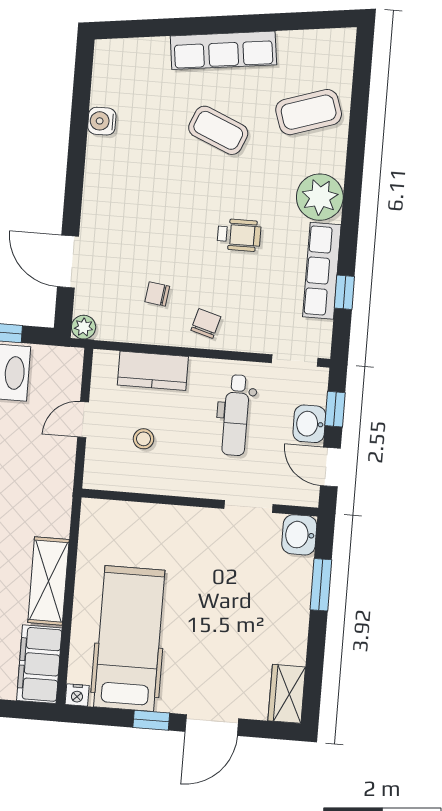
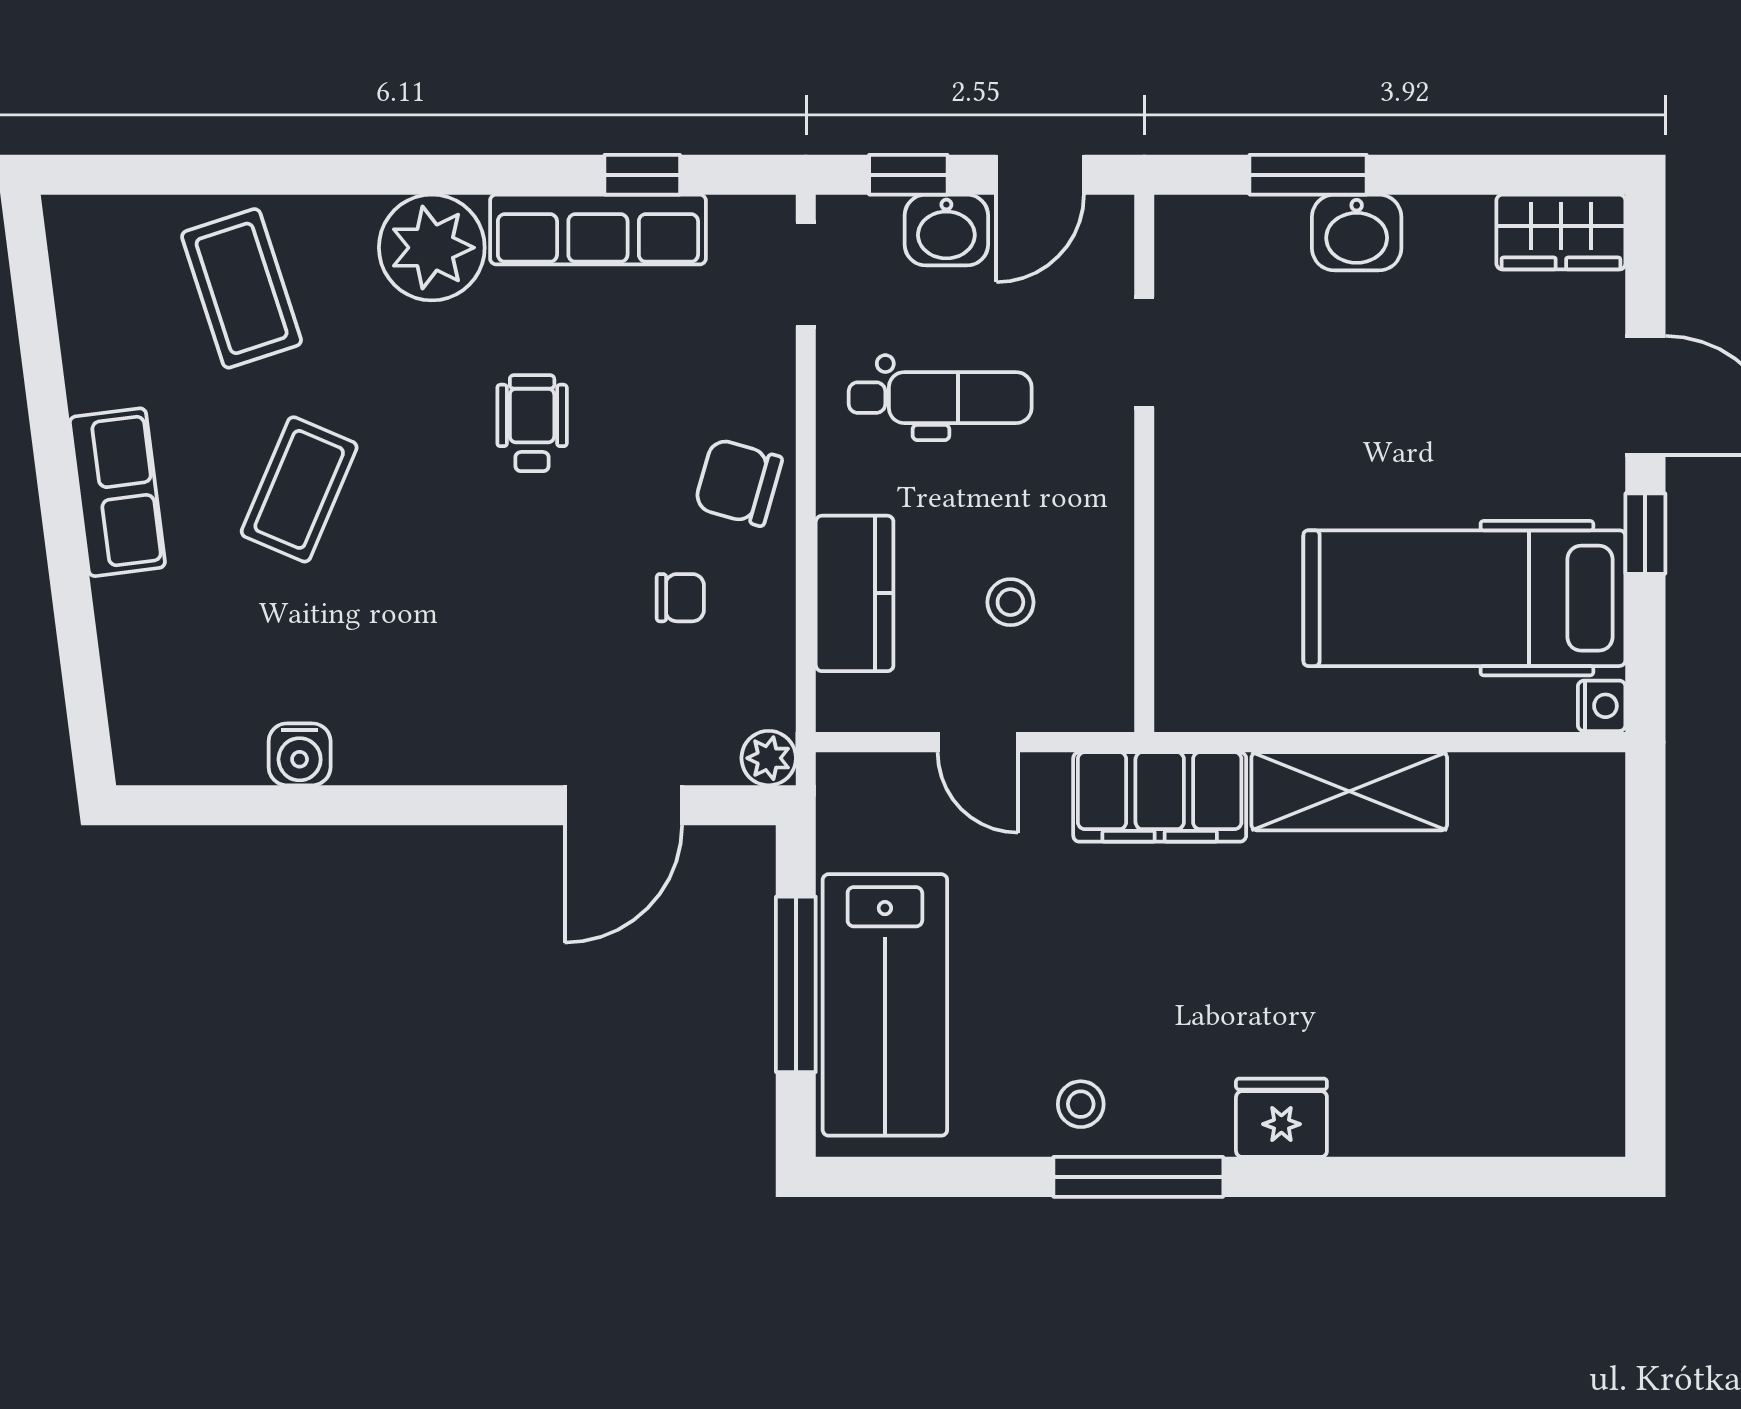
row of seats: (223, 50) -> (117, 492), width x0.68
chair: (157, 294) -> (680, 598), turned -98
chair: (206, 323) -> (738, 482), width x1.37, depth x1.37
washbasin: (299, 535) -> (1357, 233), moved
filing cabinet: (39, 664) -> (1160, 797), moved

